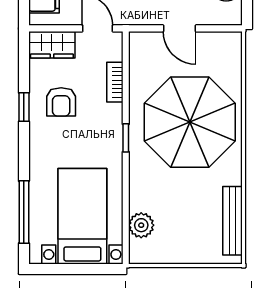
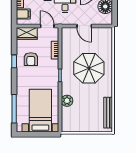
parasol: (190, 122) -> (89, 68), width x0.73, depth x0.73
plant: (141, 225) -> (67, 101), moved

